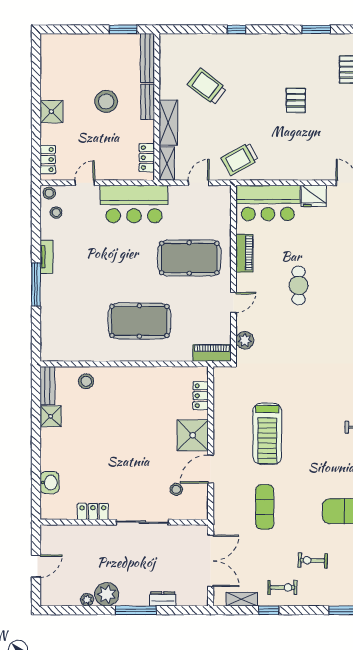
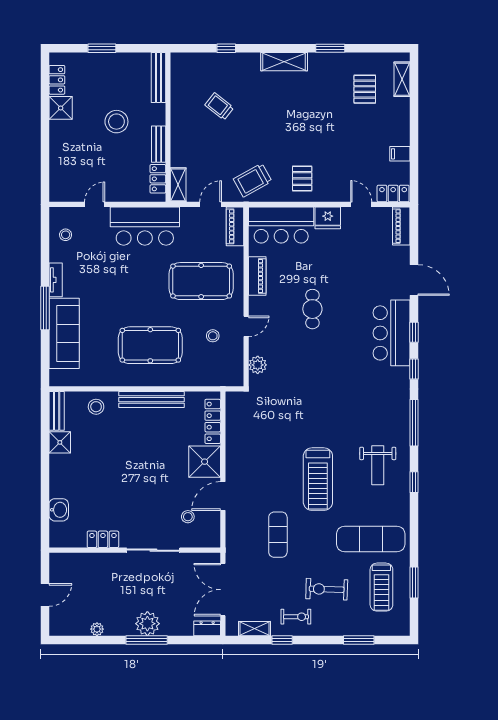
window: (123, 29) -> (102, 48), moved
window: (237, 29) -> (226, 48), moved
trolley: (207, 86) -> (219, 106), width x0.73, depth x0.72
pallet: (296, 100) -> (302, 178), moved
bench: (148, 102) -> (159, 144), moved
shower: (51, 112) -> (61, 108), moved
shelving: (168, 123) -> (284, 62), moved, turned 90
locker: (48, 160) -> (57, 80), moved
stool: (49, 193) -> (213, 336), moved
sofa: (55, 309) -> (64, 333), added
piano: (212, 353) -> (235, 226), moved, turned -90
bench: (141, 374) -> (152, 400), added
locker: (201, 396) -> (213, 421), width x1.53
treadmill: (267, 434) -> (318, 479), moved
exercise bike: (313, 560) -> (327, 589), width x1.38, depth x1.39
double door: (211, 561) -> (223, 590), swing flipped
plant: (107, 594) -> (147, 624), moved
dresser: (163, 599) -> (207, 628), moved

